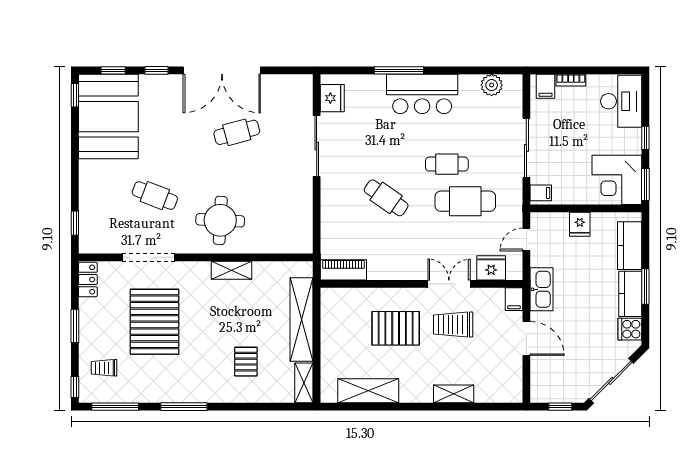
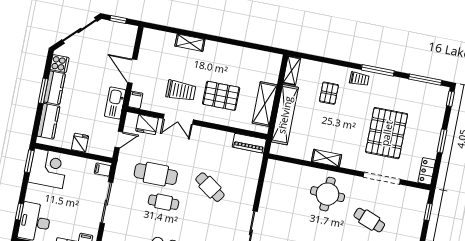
window: (645, 138) -> (19, 212), moved
trolley: (104, 368) -> (359, 79), moved
shelving: (368, 391) -> (265, 104), moved, turned 90

